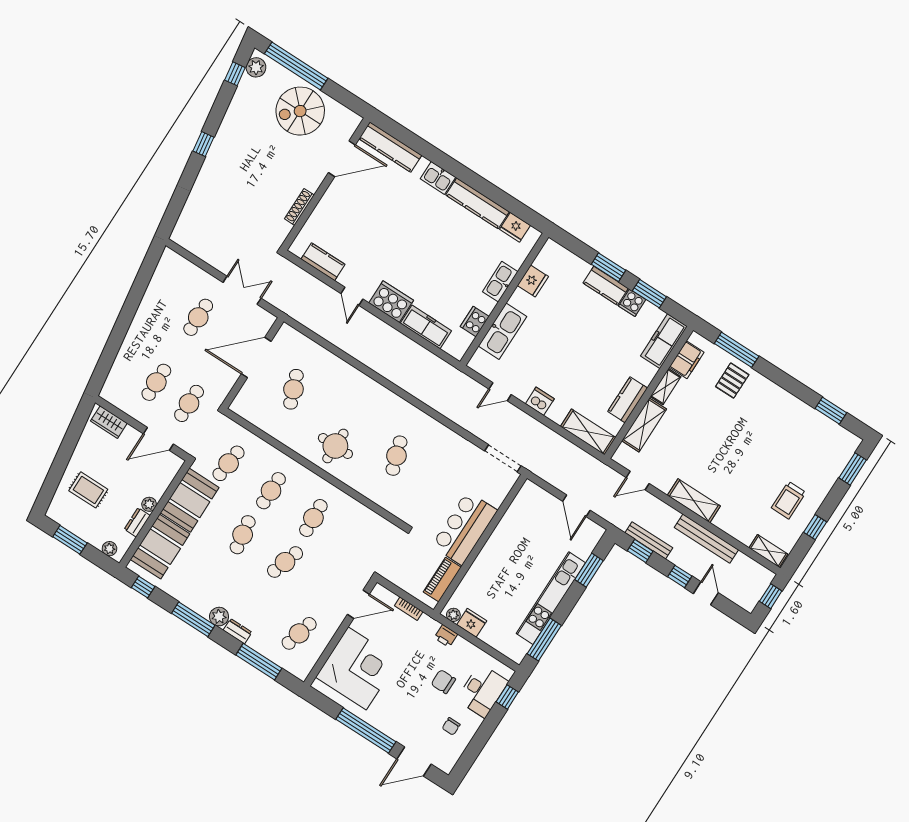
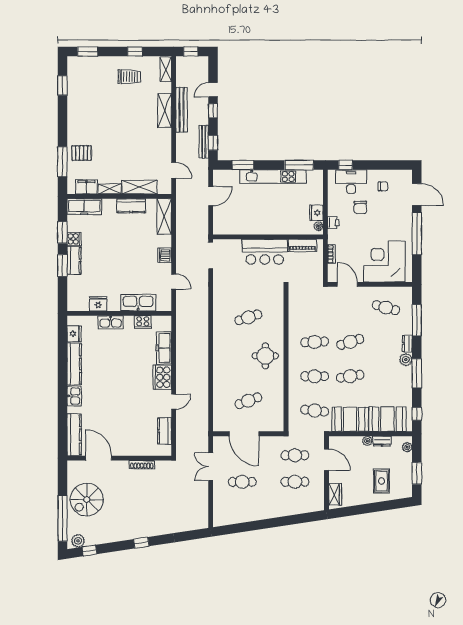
spiral stairs: (300, 111) -> (87, 500), turned 90
shelving: (694, 501) -> (164, 110), moved
cafe table: (285, 562) -> (350, 342), turned -36

